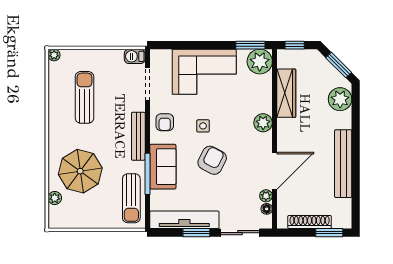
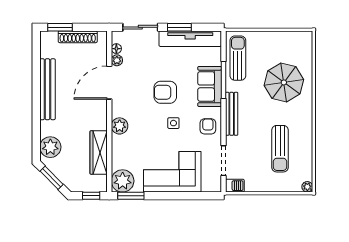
armchair: (212, 160) -> (165, 92), turned 63
plant: (55, 198) -> (307, 58), removed

